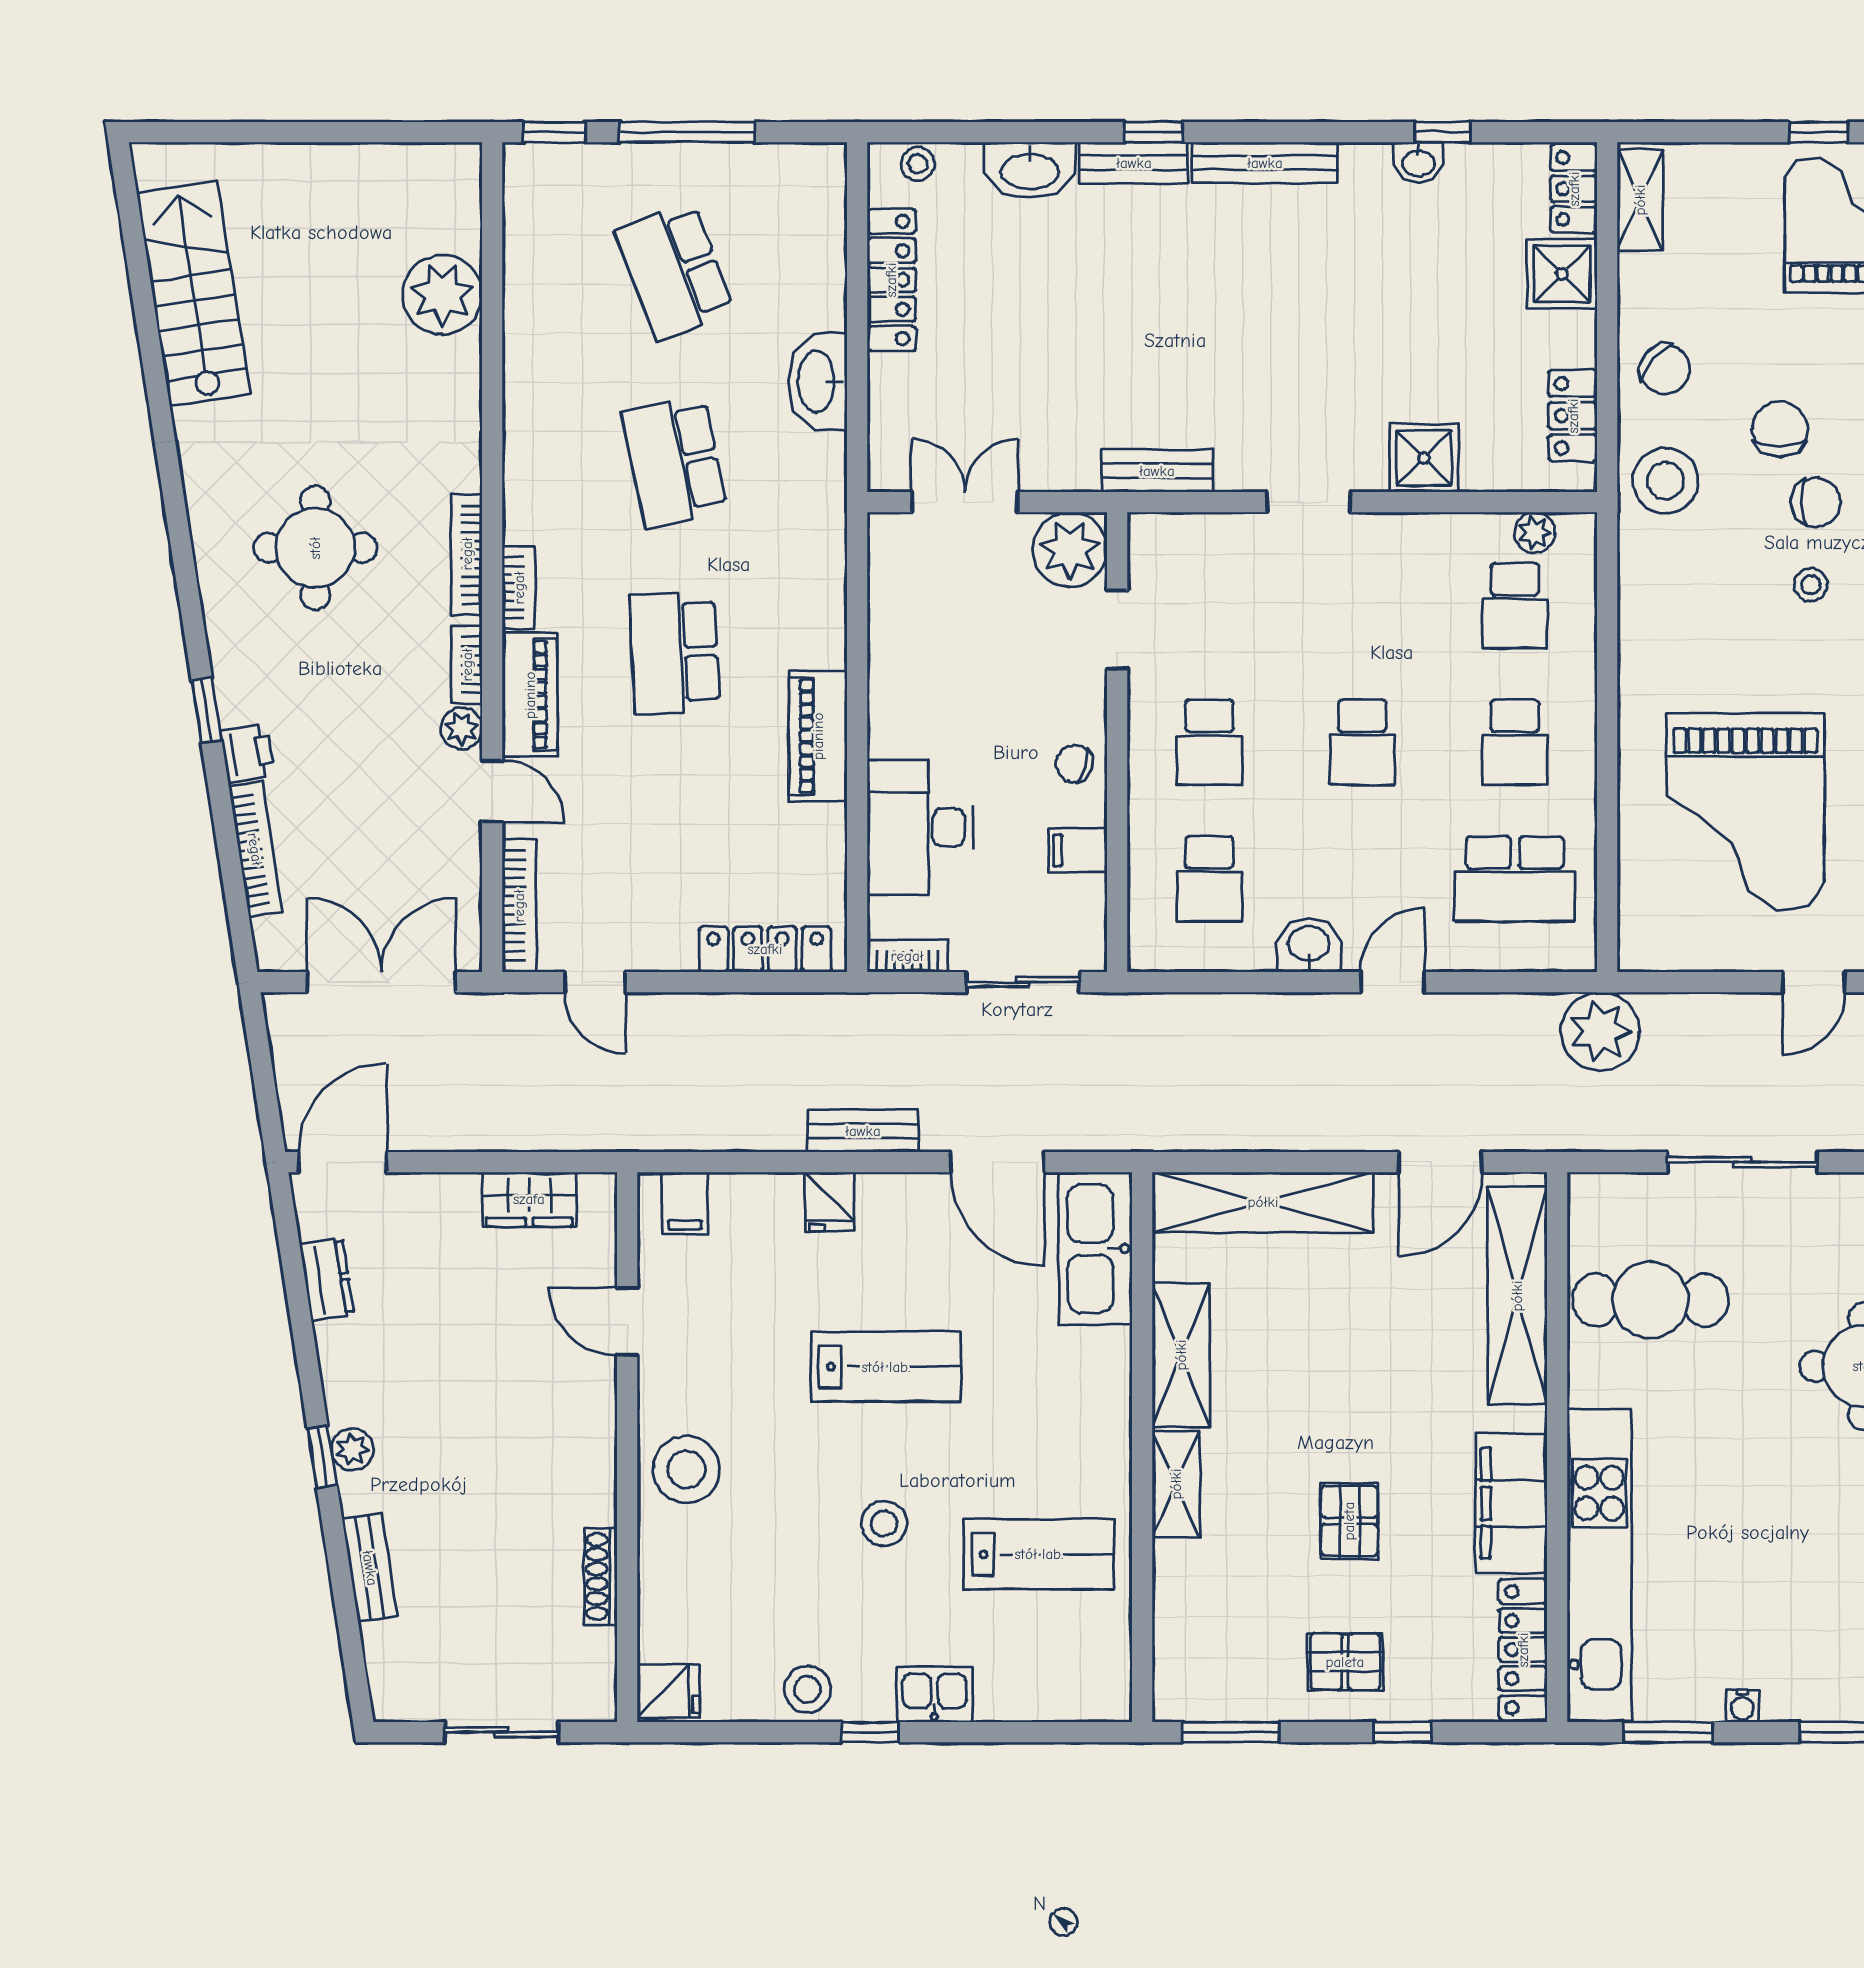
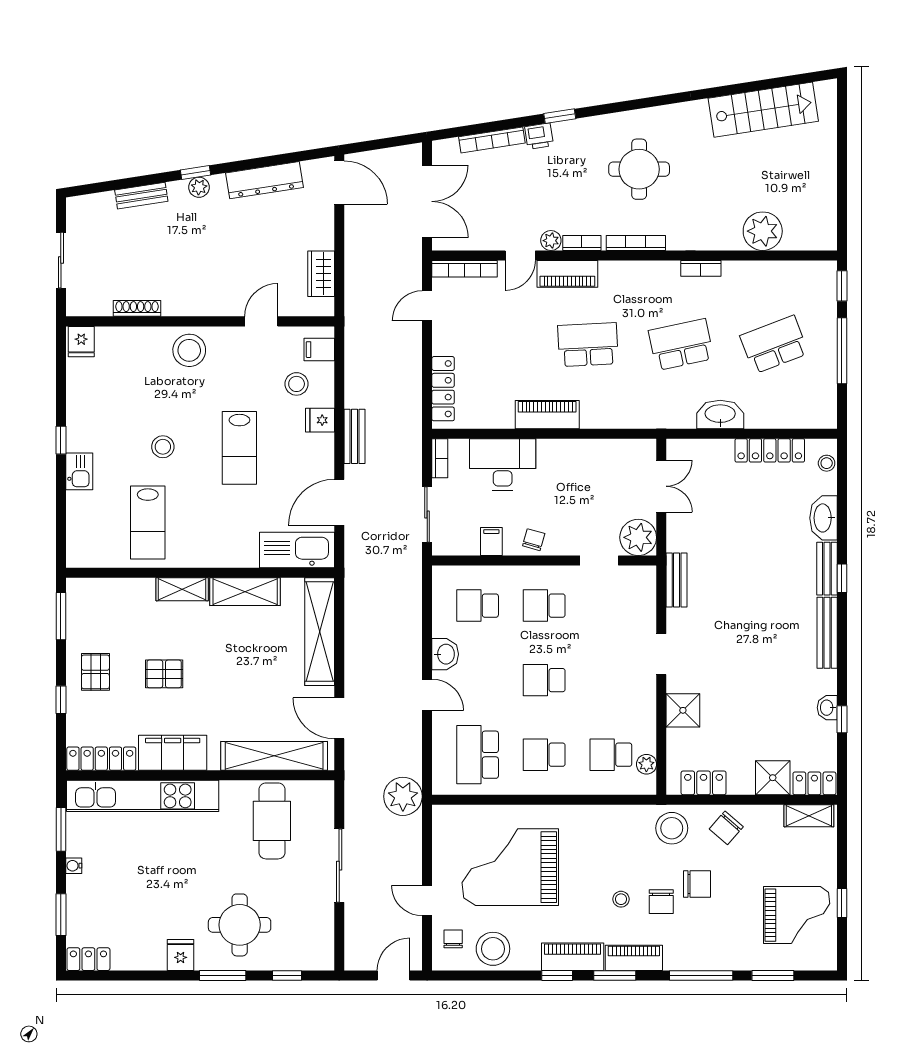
bookcase: (519, 588) -> (701, 268), moved
dresser: (327, 1279) -> (265, 180), width x1.96, depth x1.24
stool: (808, 1689) -> (297, 384), moved

